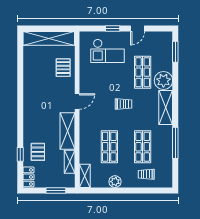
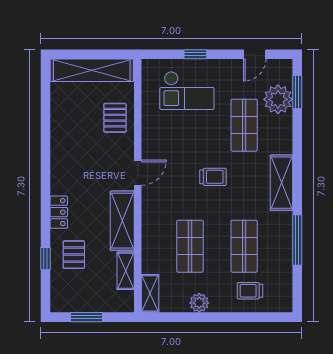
door: (138, 28) -> (255, 54), moved
plant: (163, 80) -> (278, 99), moved
locker: (29, 177) -> (59, 212), moved
window: (56, 190) -> (87, 317), moved

